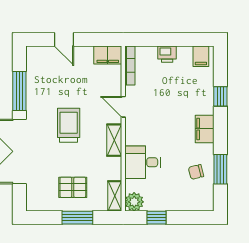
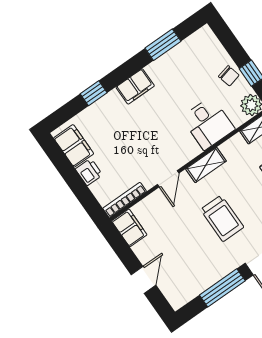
filing cabinet: (201, 56) -> (74, 146), width x2.00
trolley: (69, 125) -> (222, 218), turned -90
chair: (196, 172) -> (229, 76), moved

